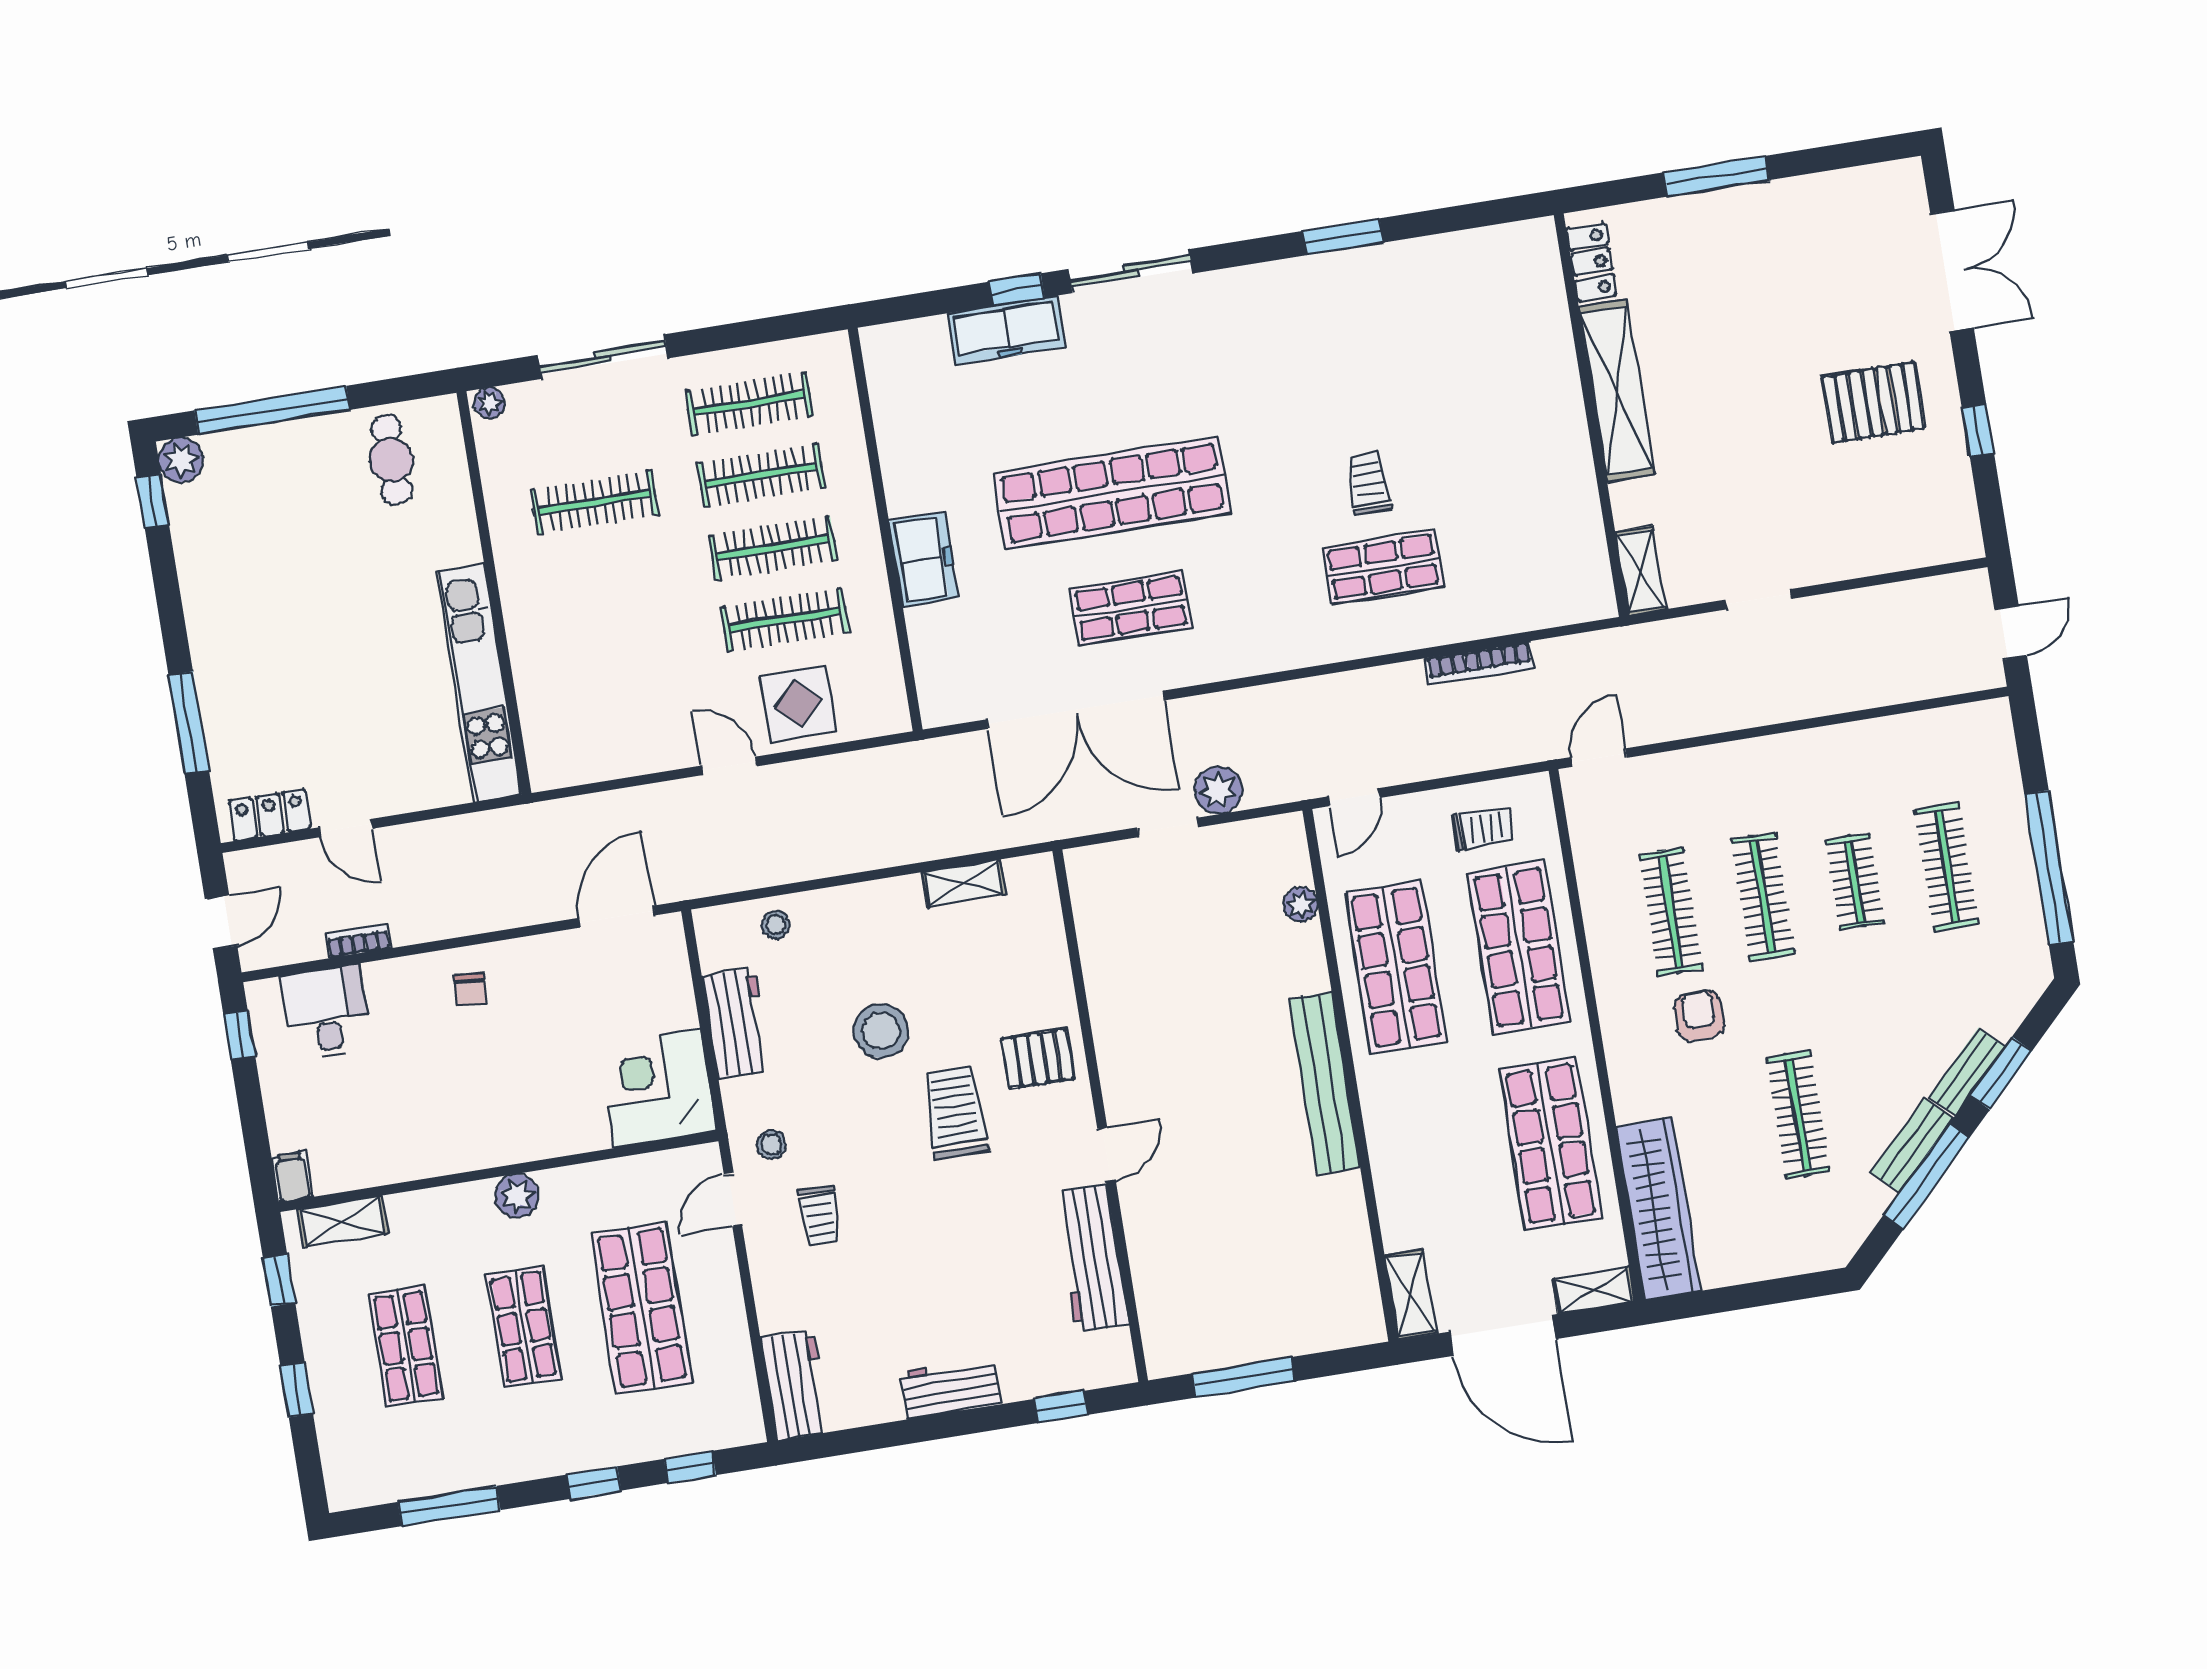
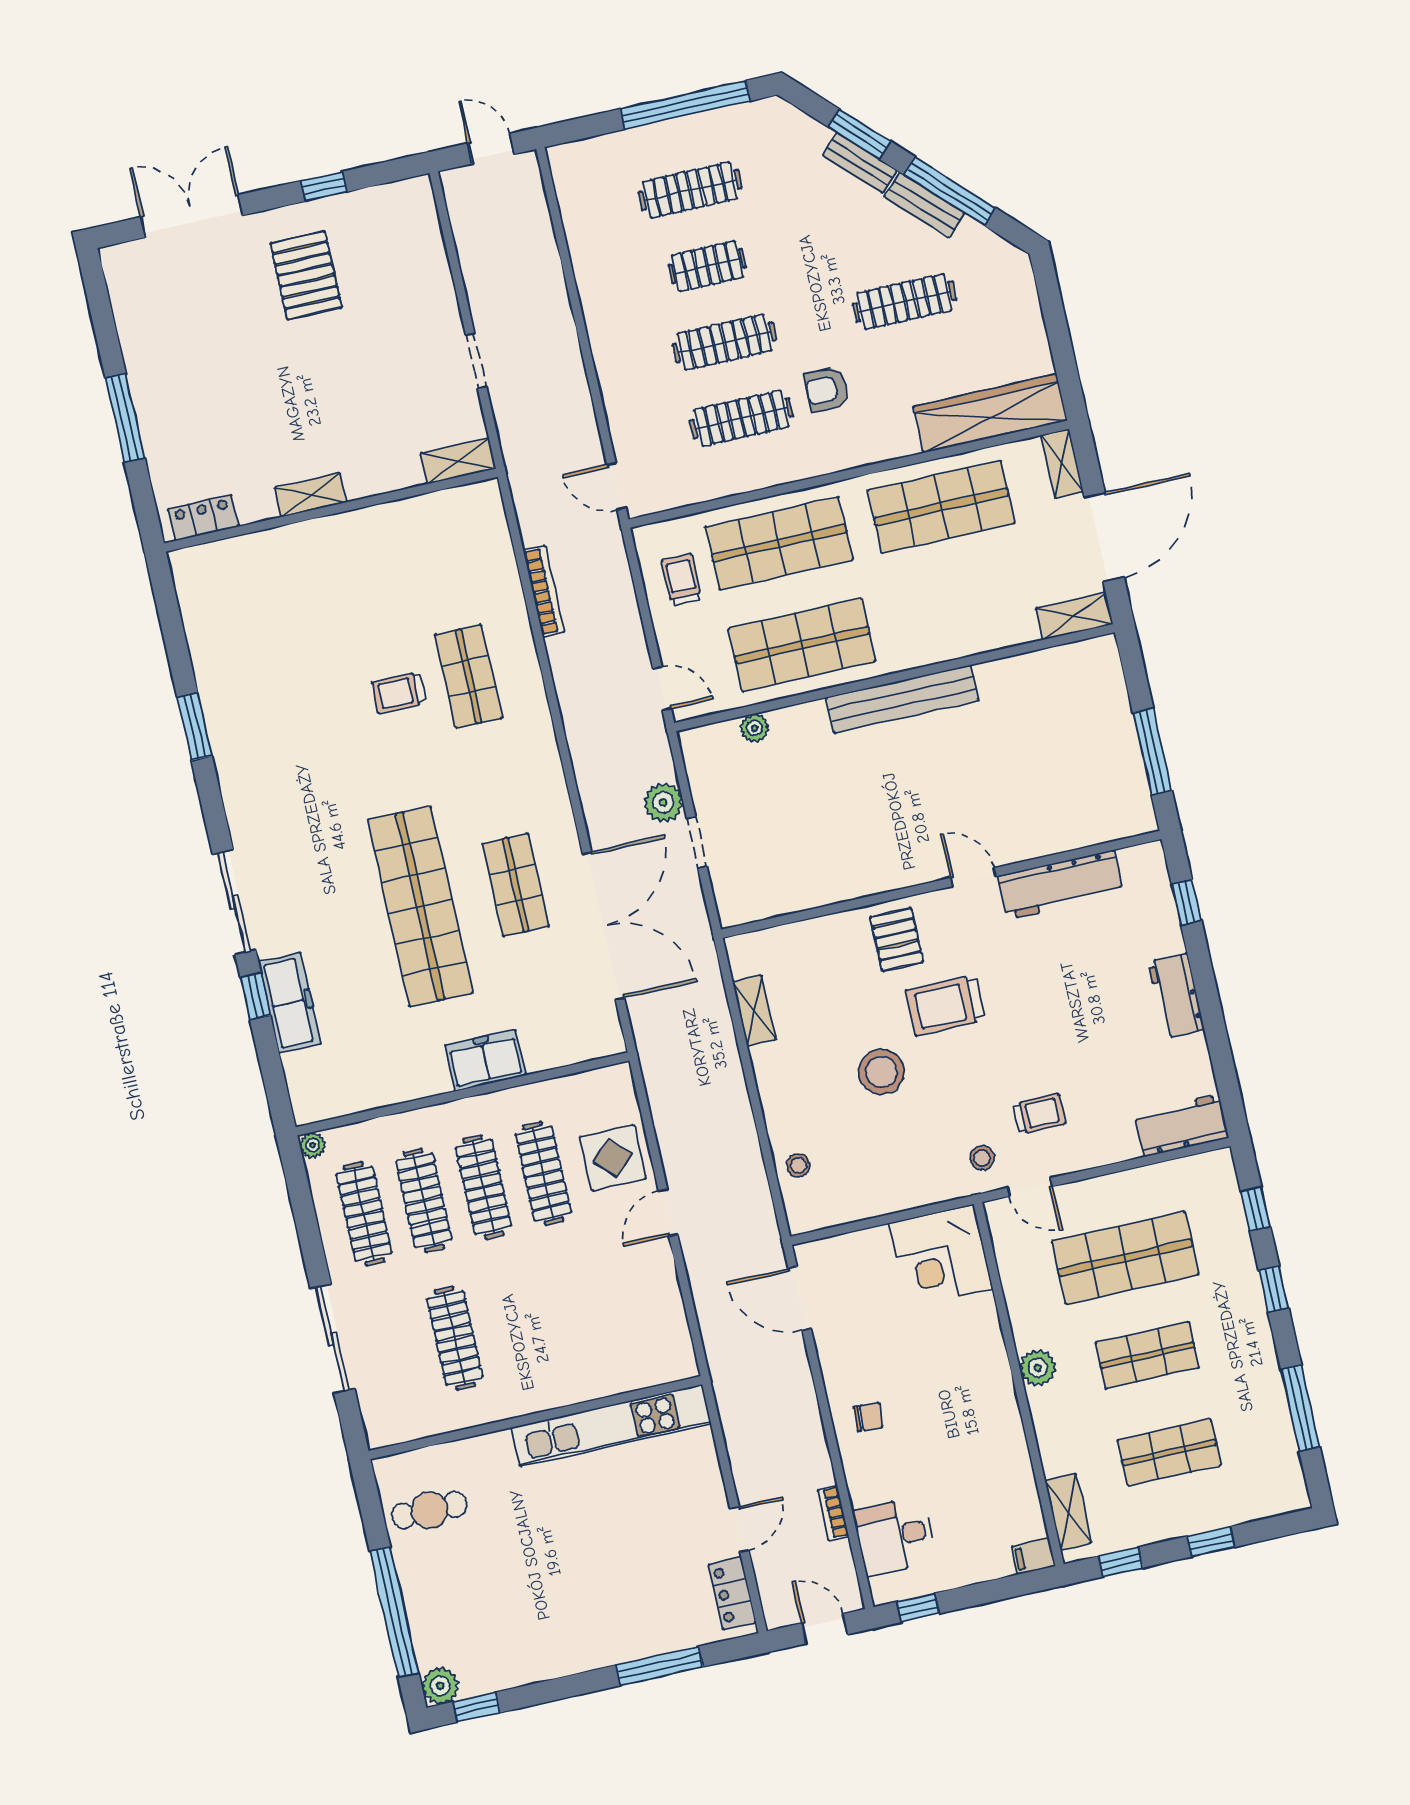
shelving: (1617, 391) -> (310, 495), width x0.45, depth x0.75
plant: (489, 403) -> (313, 1145), moved
workbench: (737, 1023) -> (882, 1193), removed

